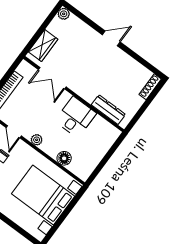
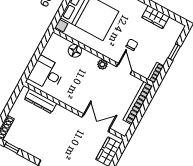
window: (146, 64) -> (12, 148), added
desk: (75, 117) -> (46, 73), moved, turned 90

